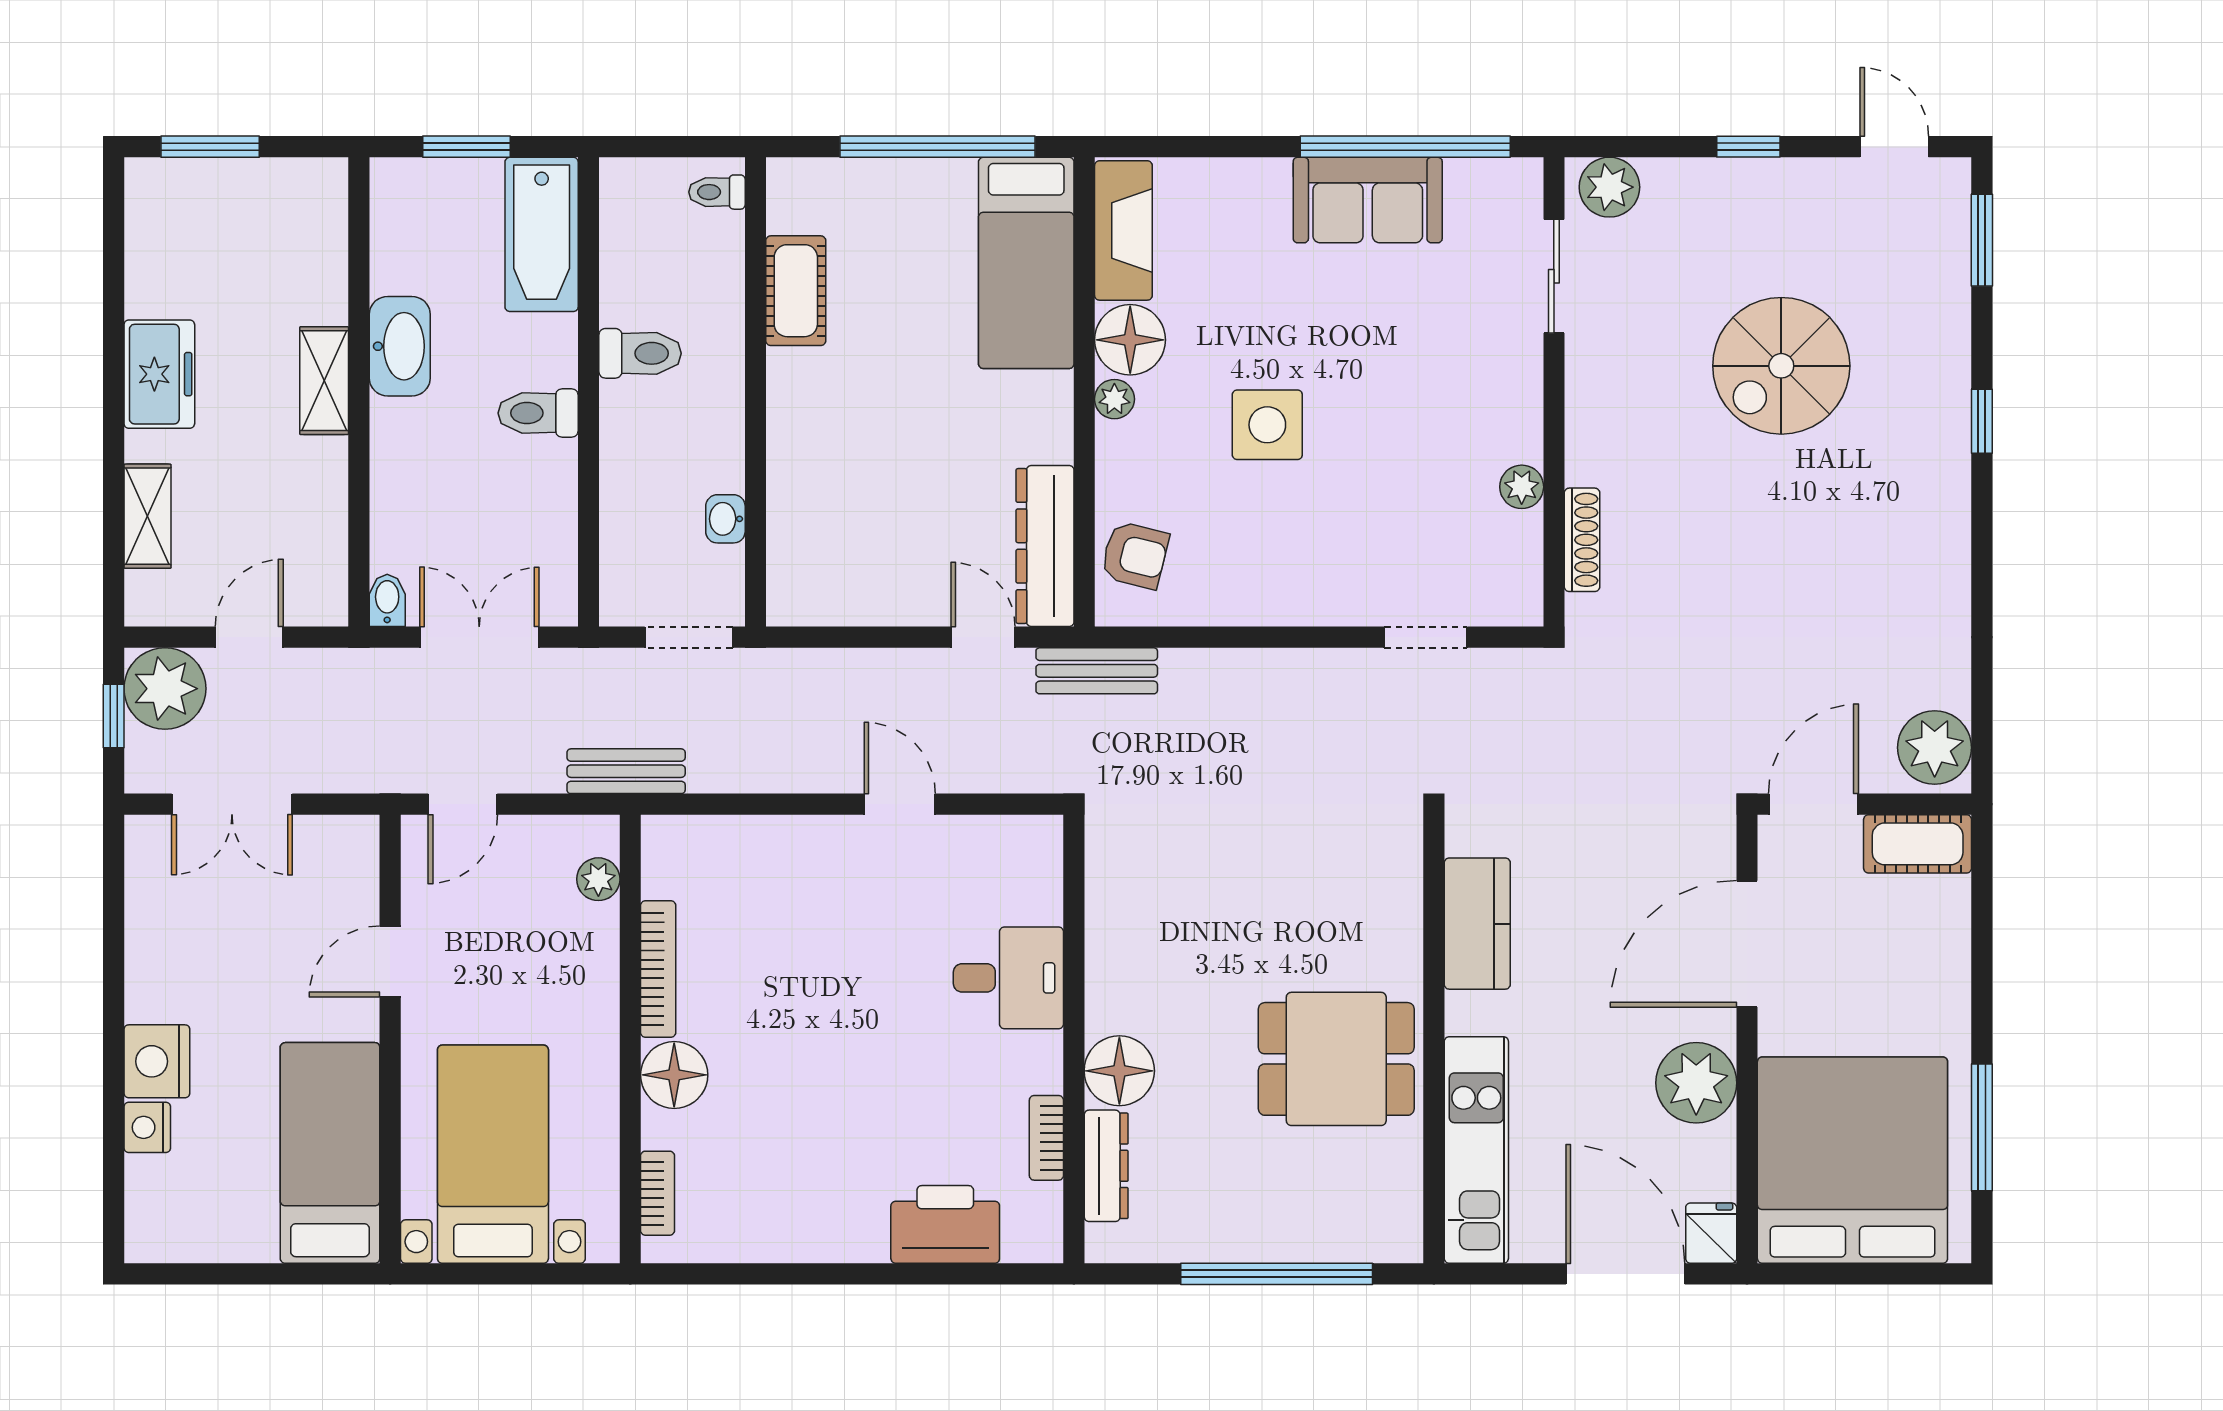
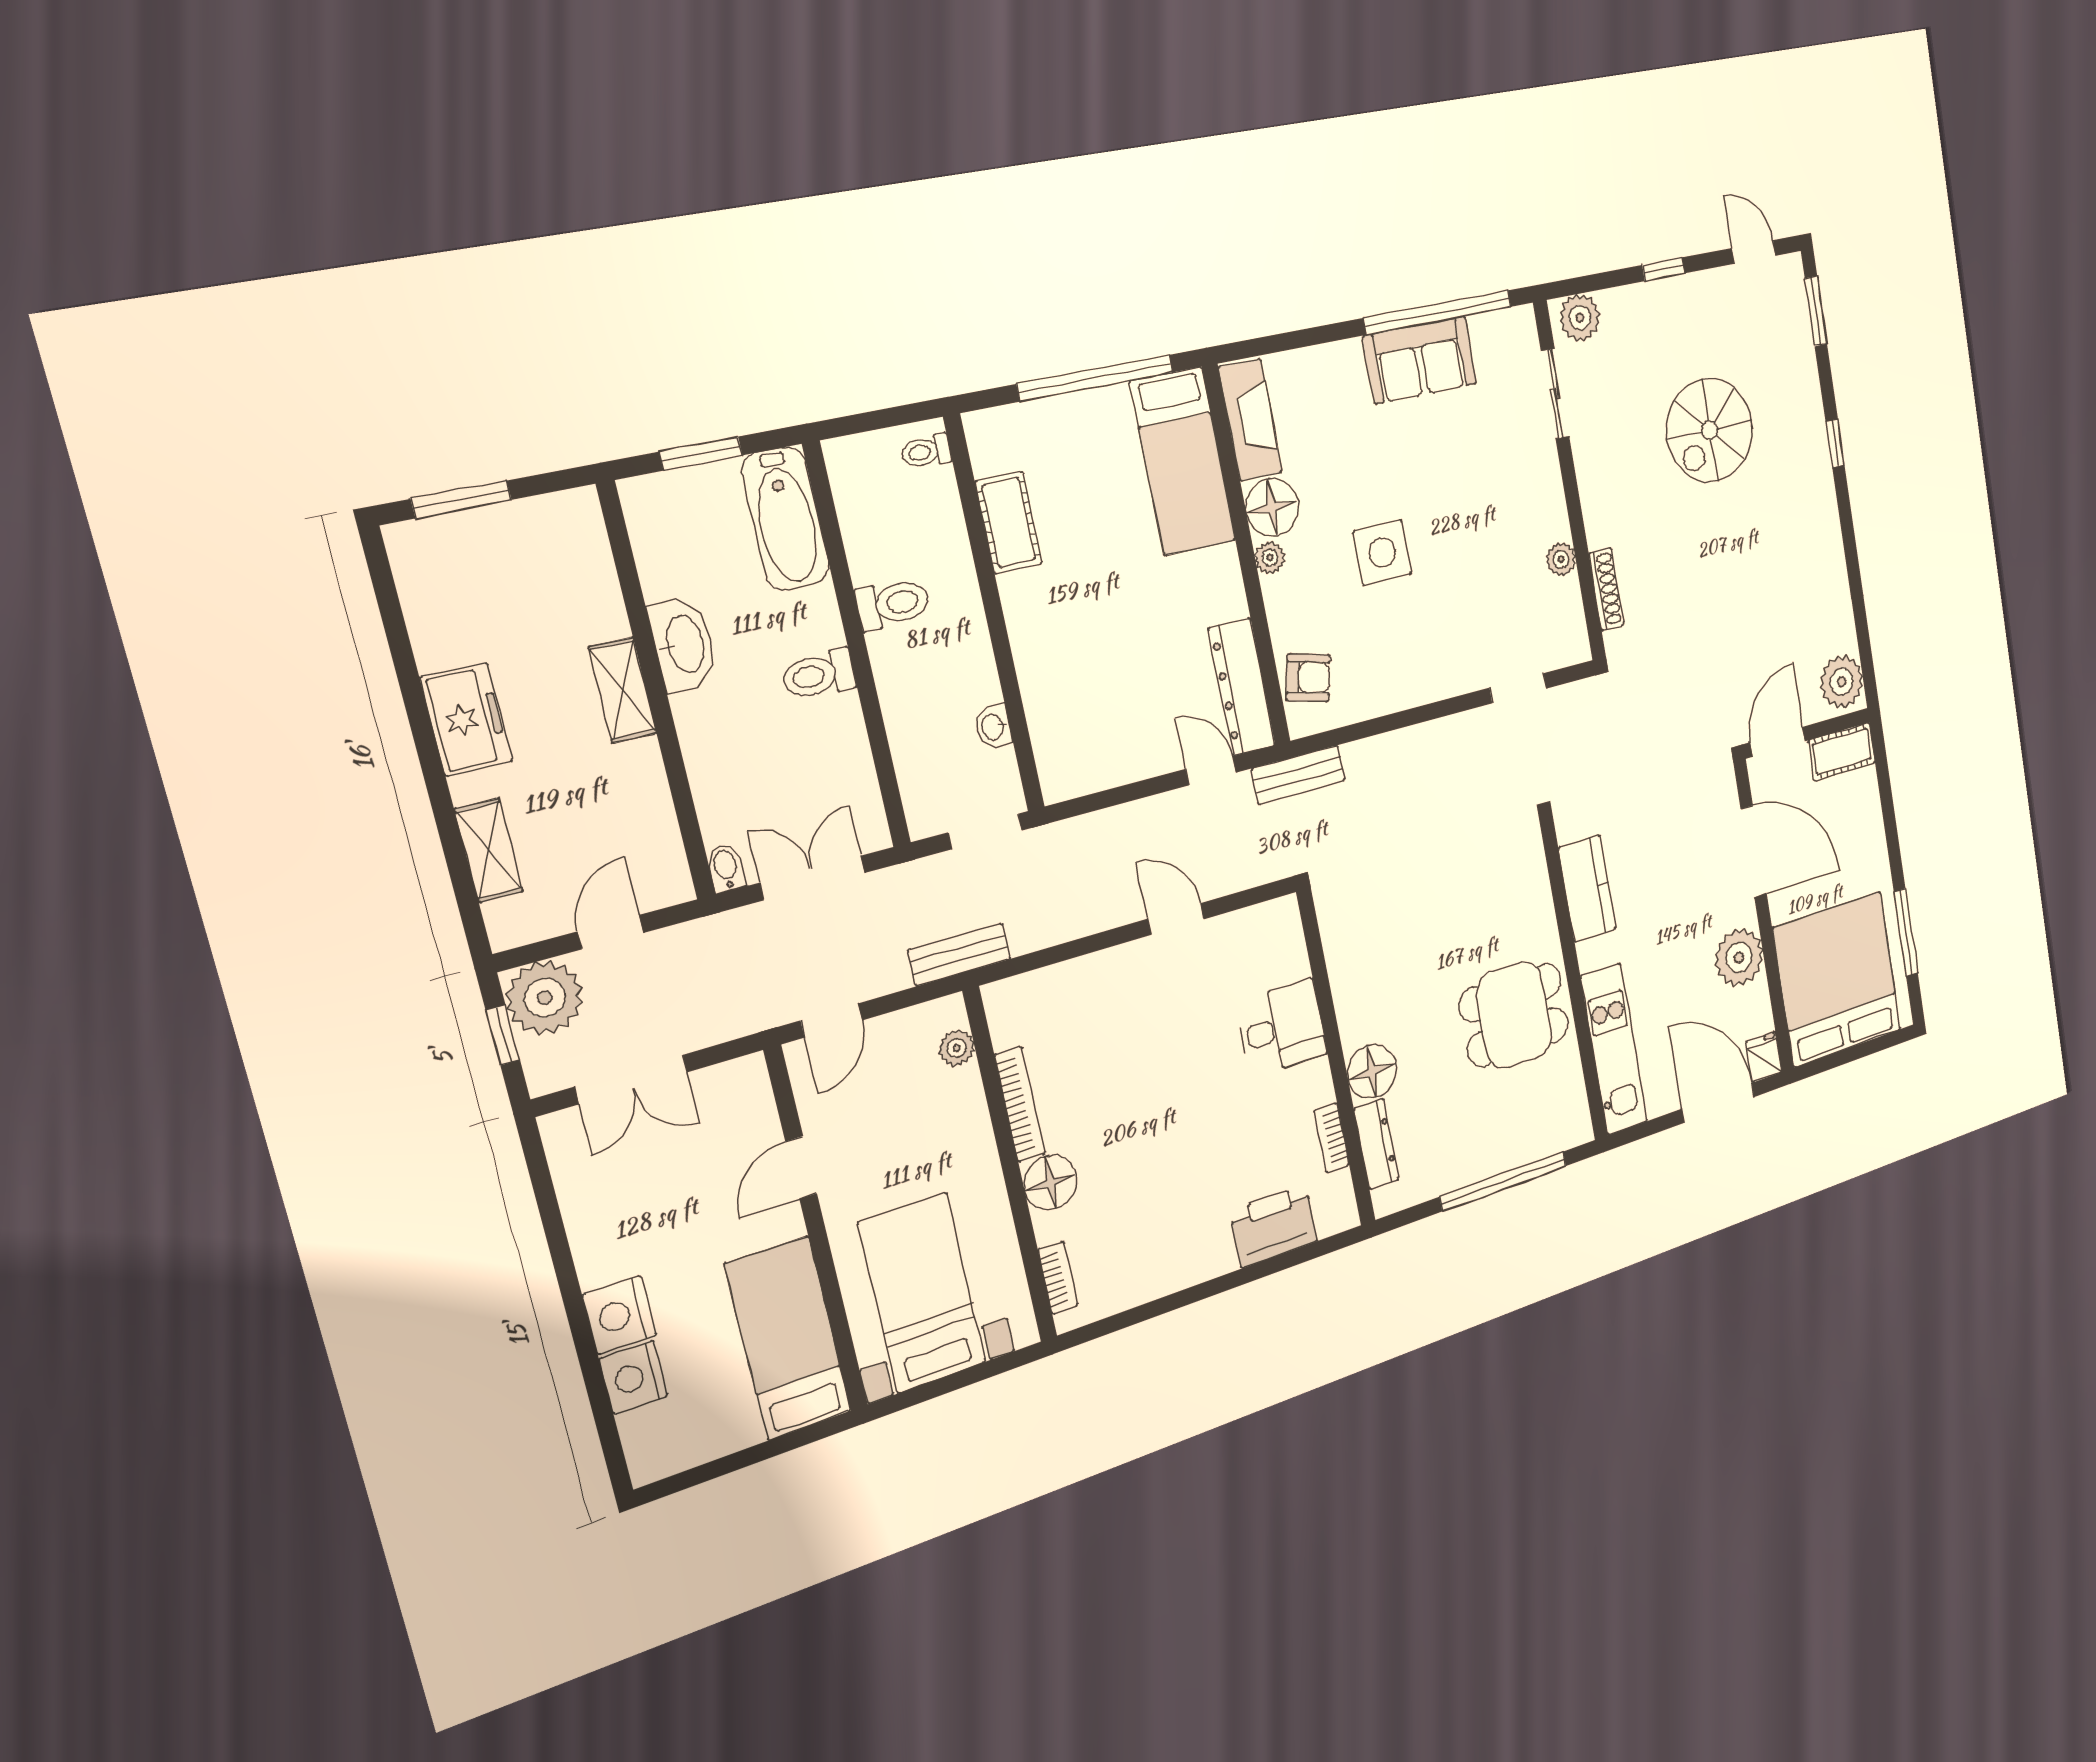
door: (1747, 944) -> (1754, 851), swing flipped
nightstand: (147, 1127) -> (634, 1377), width x1.36, depth x1.33

